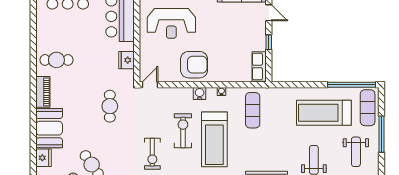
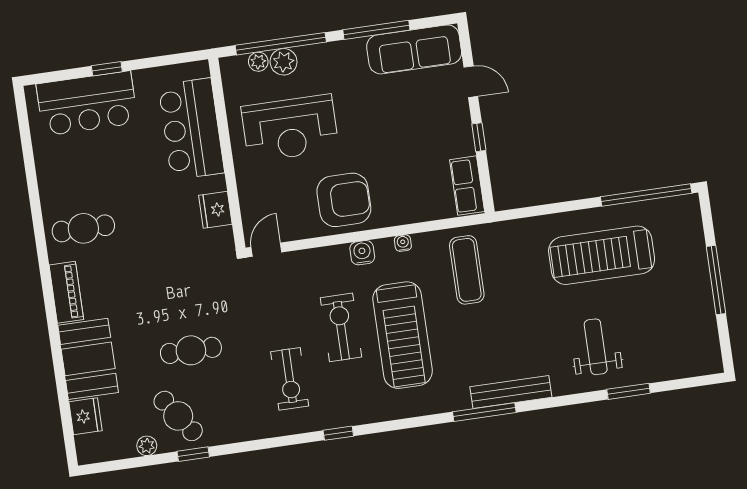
cafe table: (110, 106) -> (191, 350), moved, turned 90
exercise mat: (368, 108) -> (683, 234), removed
weight bench: (356, 152) -> (673, 320), removed

